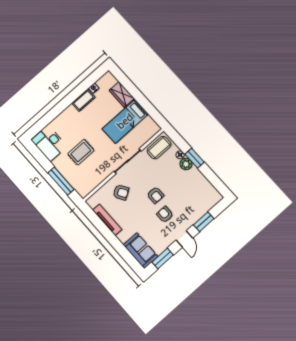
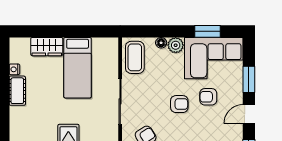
window: (195, 158) -> (208, 31), moved
corner sofa: (198, 192) -> (214, 58), added
armchair: (165, 215) -> (208, 97), moved
door: (184, 239) -> (249, 114), swing flipped

